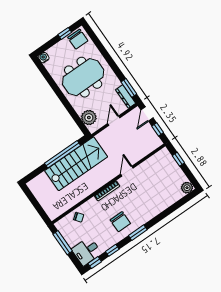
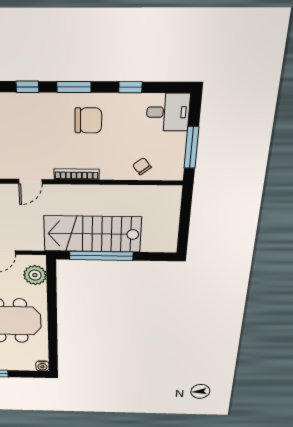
chair: (120, 222) -> (88, 120), turned 90
window: (95, 263) -> (27, 87), moved

